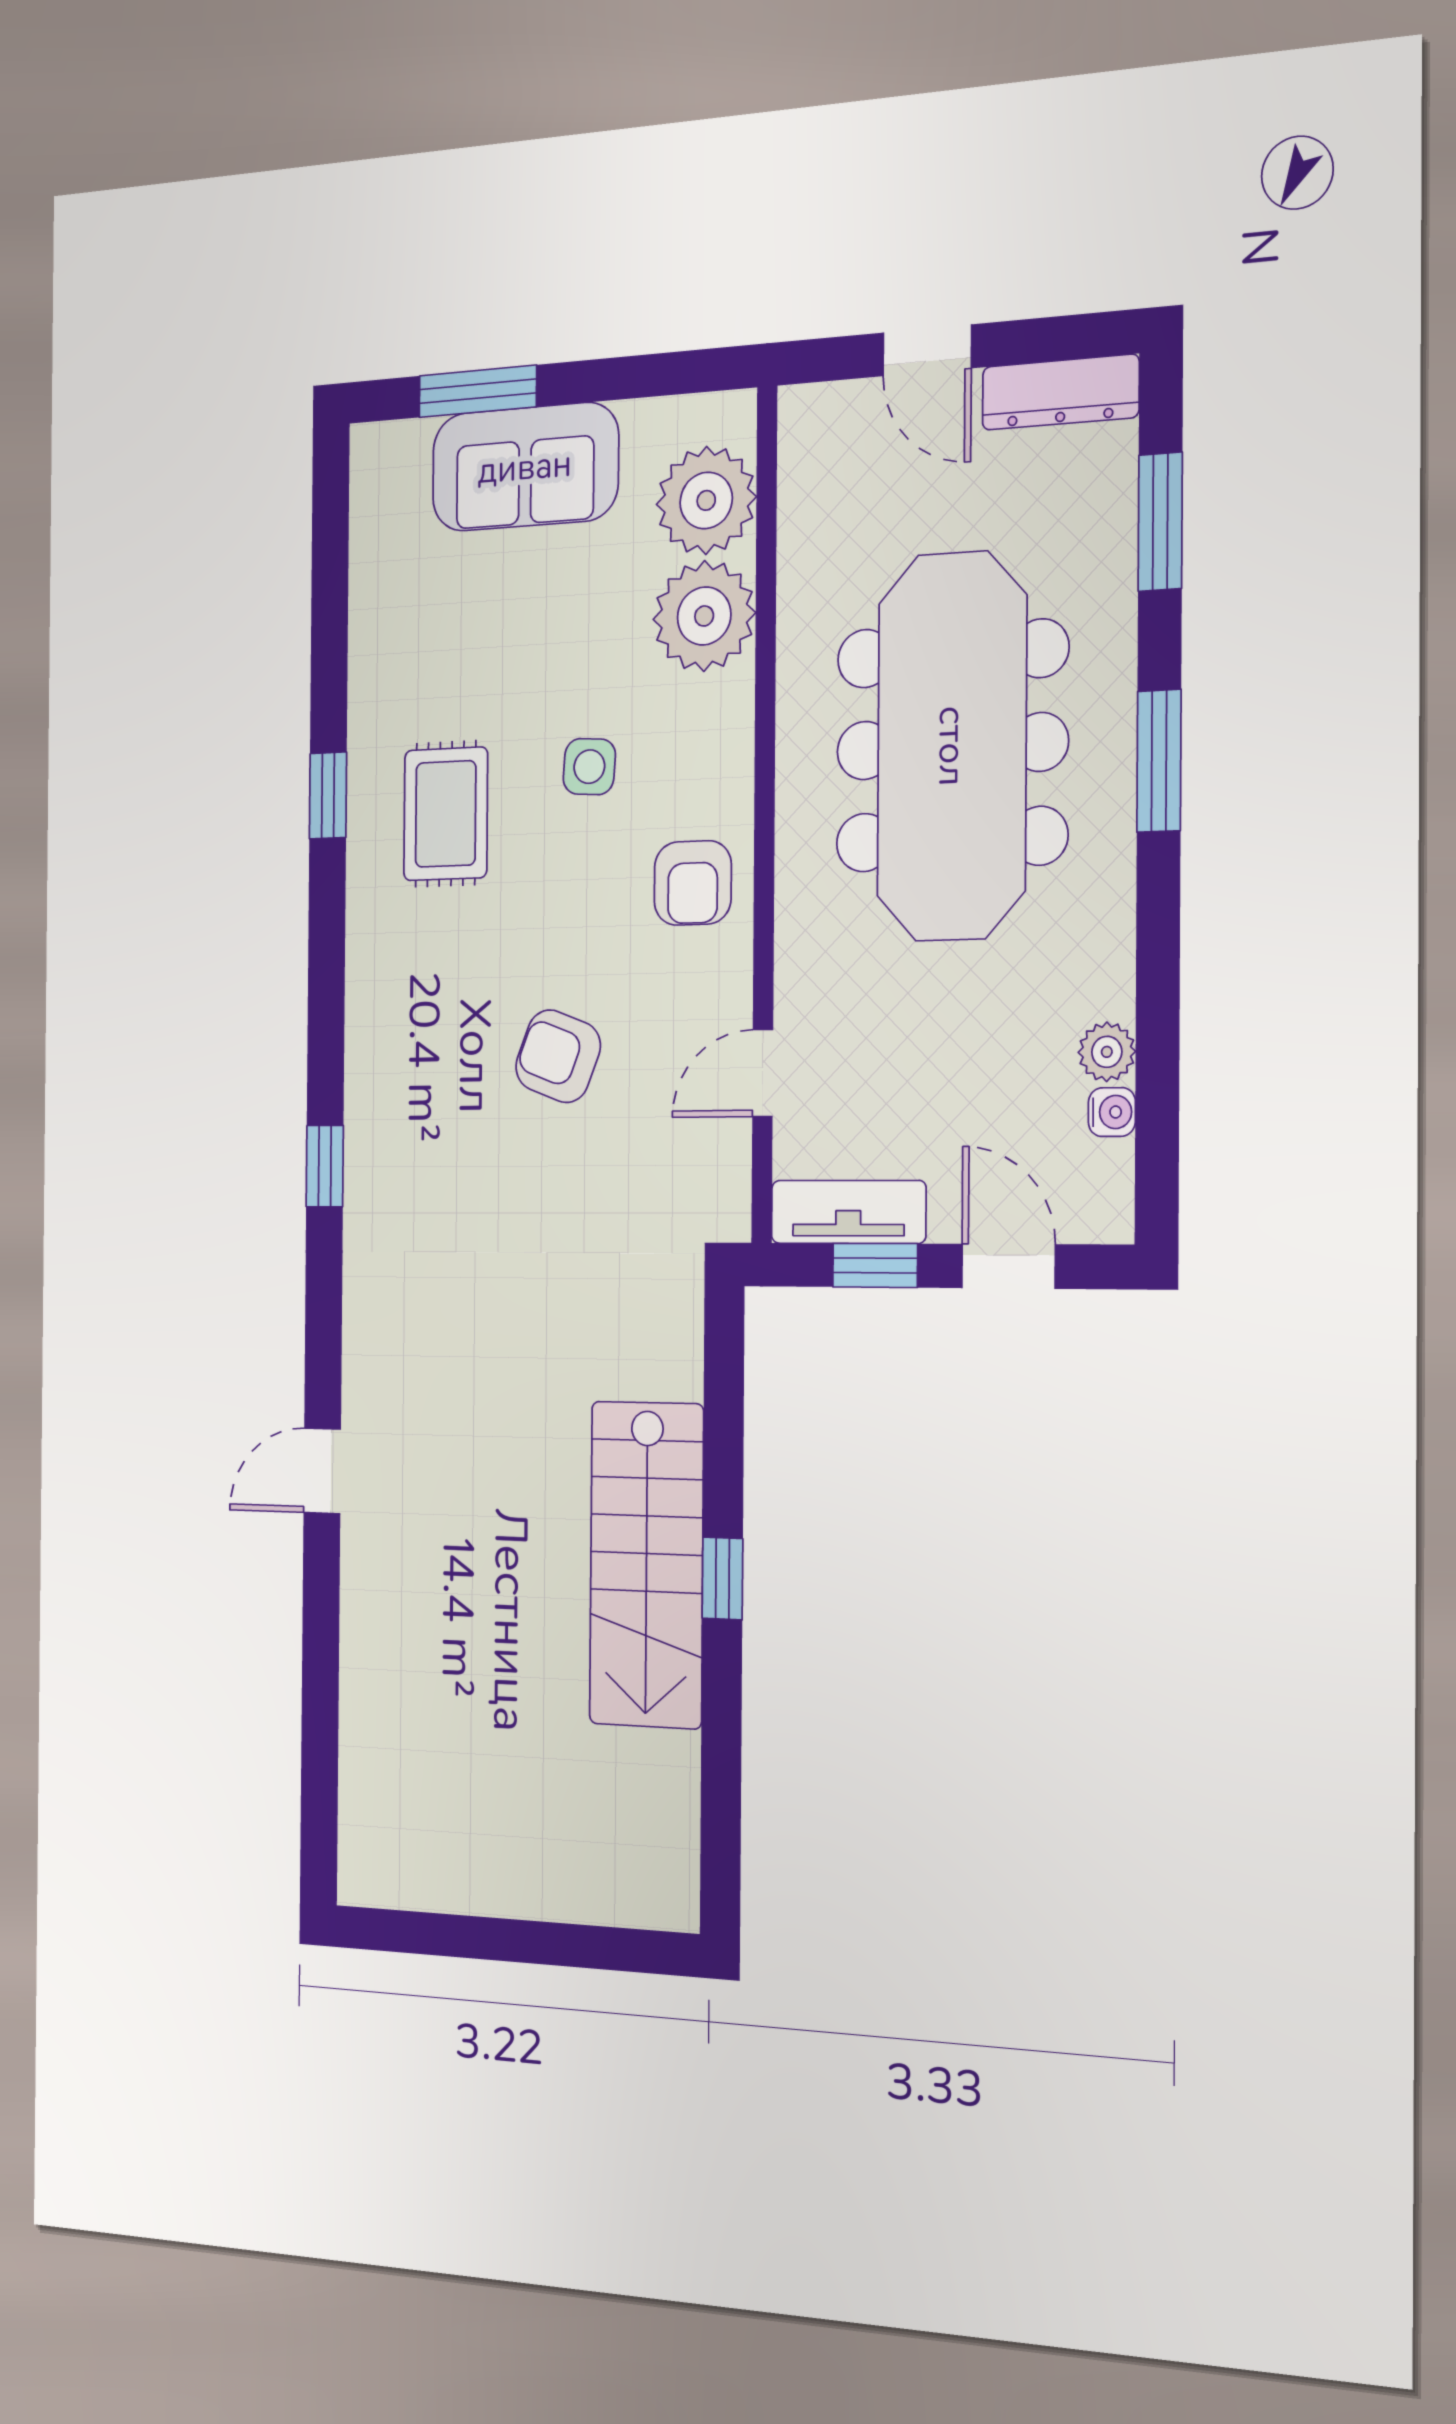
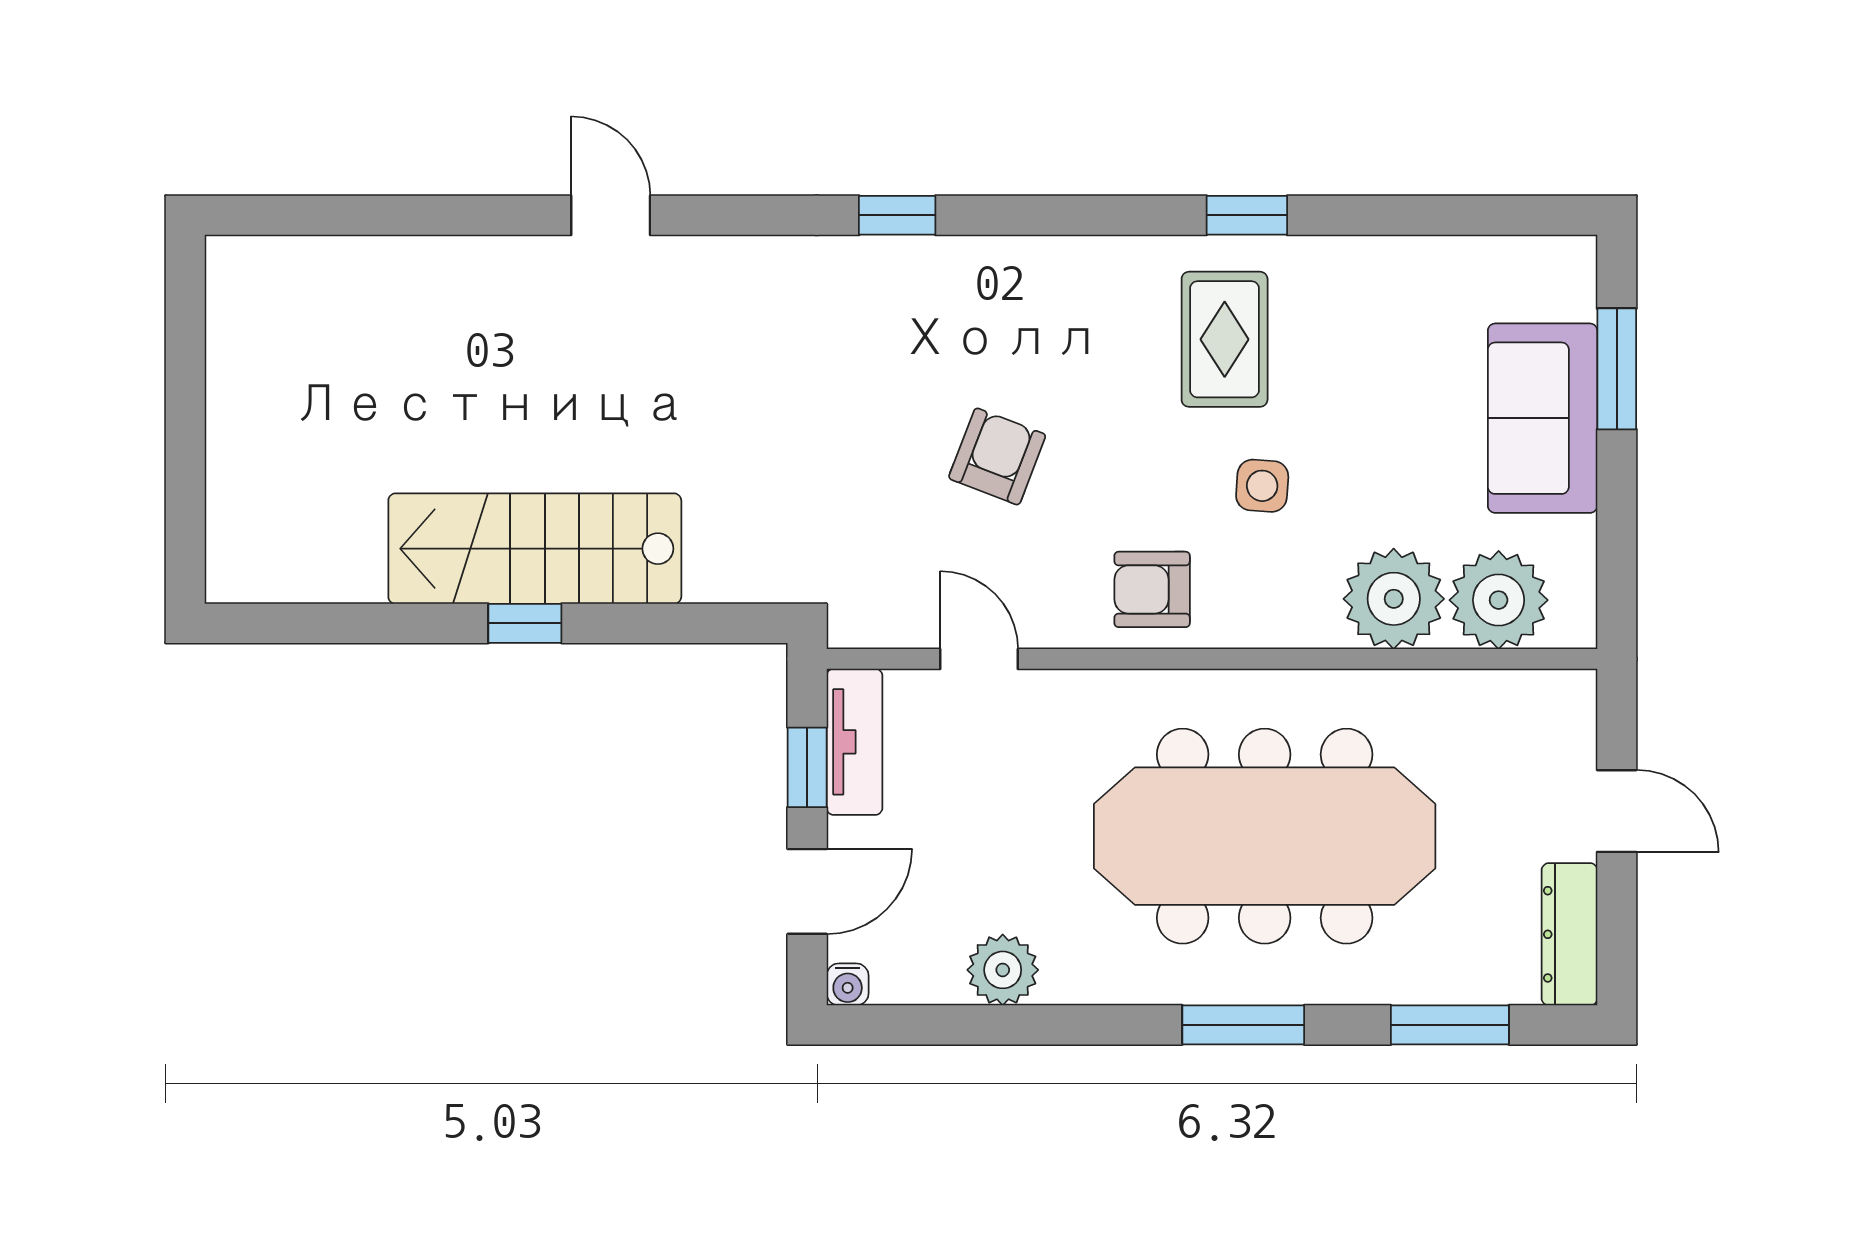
door: (927, 350) -> (1617, 811), swing flipped
rug: (446, 814) -> (1225, 339), turned 90
plant: (1107, 1052) -> (1003, 970), width x1.38, depth x1.38
water cooler: (1112, 1112) -> (848, 984), moved

